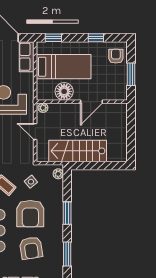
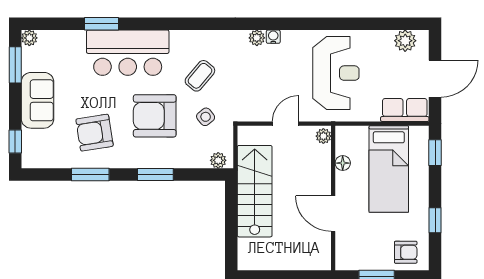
floor lamp: (64, 91) -> (343, 163), width x0.53, depth x0.53
armchair: (31, 248) -> (95, 133), moved

